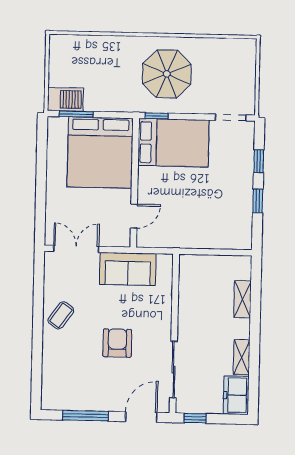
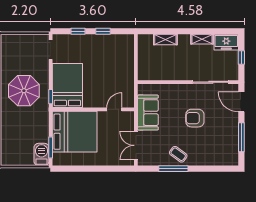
door: (134, 216) -> (114, 109), hinge flipped
window: (38, 307) -> (173, 169), added
window: (195, 418) -> (241, 58), moved

